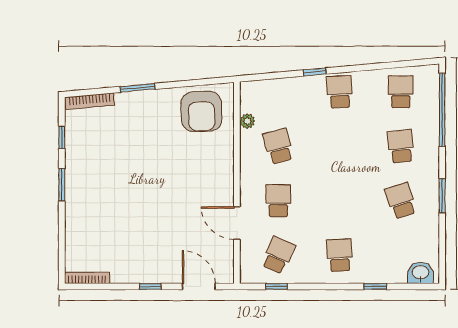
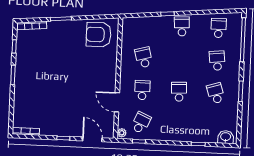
armchair: (201, 111) -> (99, 35), turned 92
plant: (247, 121) -> (122, 133), moved
school desk: (340, 255) -> (179, 92), moved

